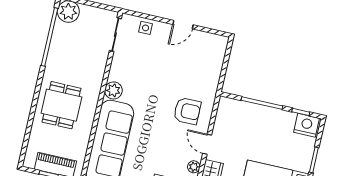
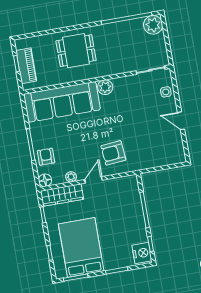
armchair: (187, 111) -> (113, 153), turned 85

